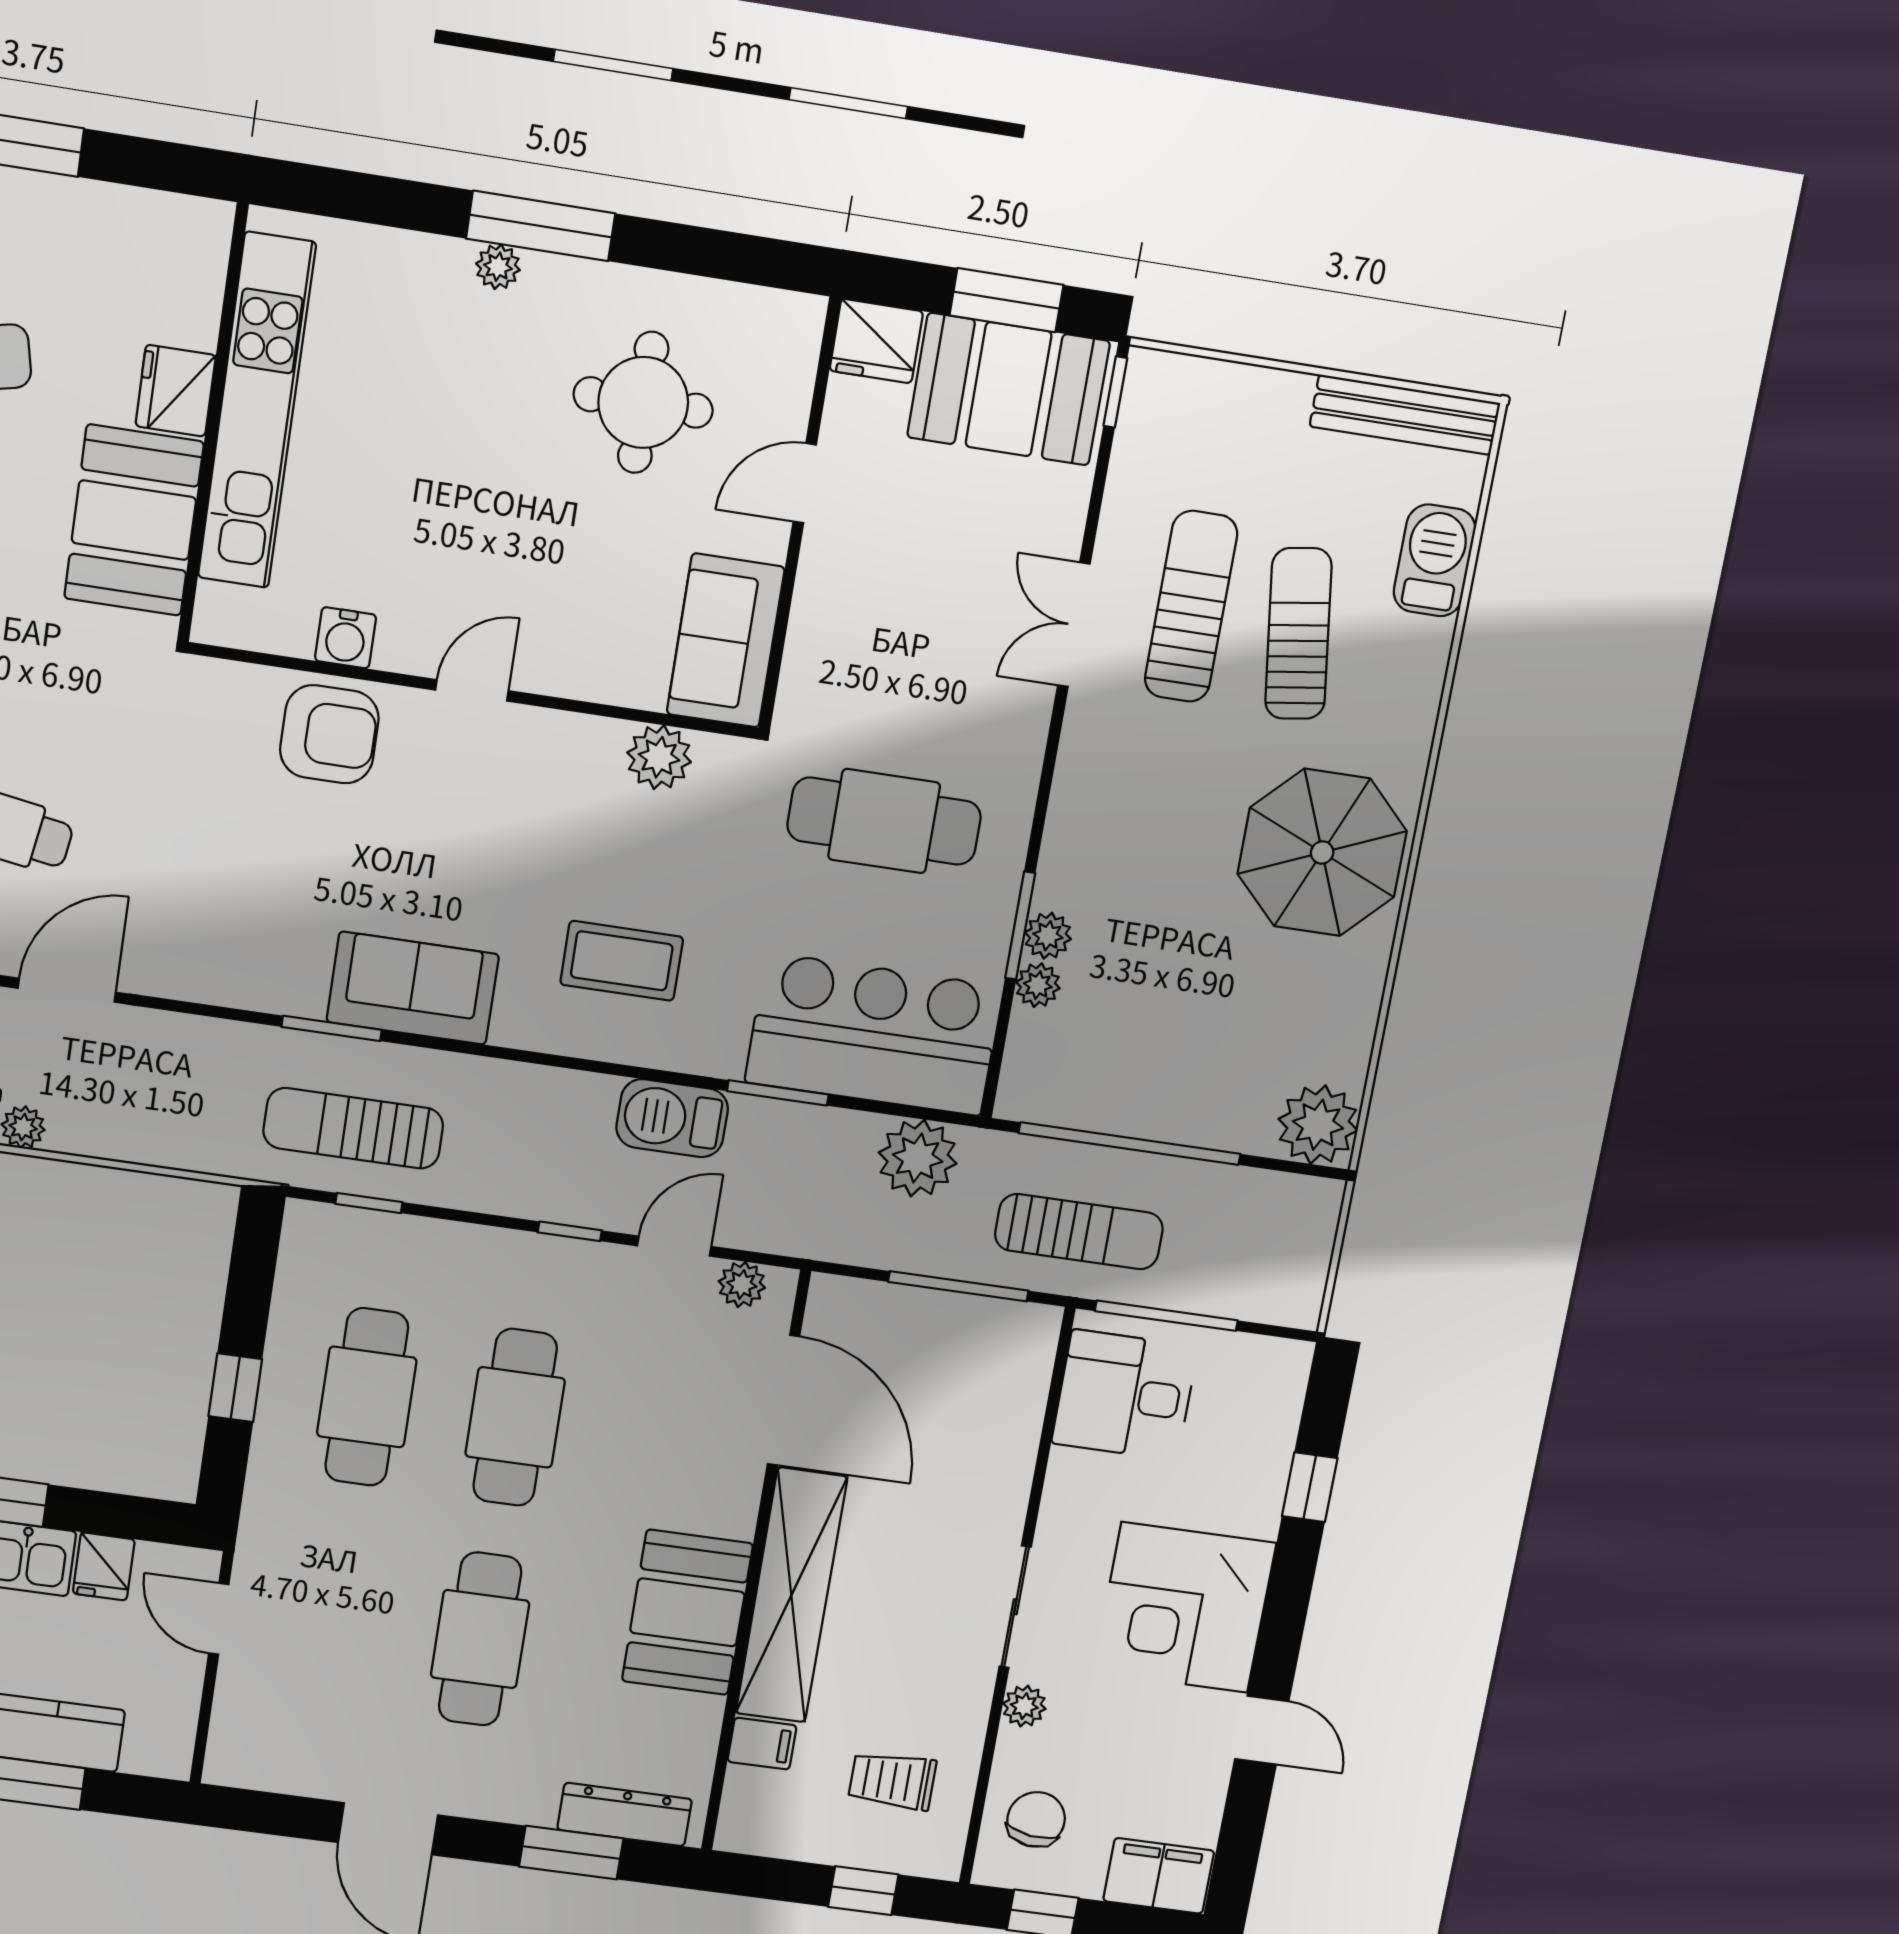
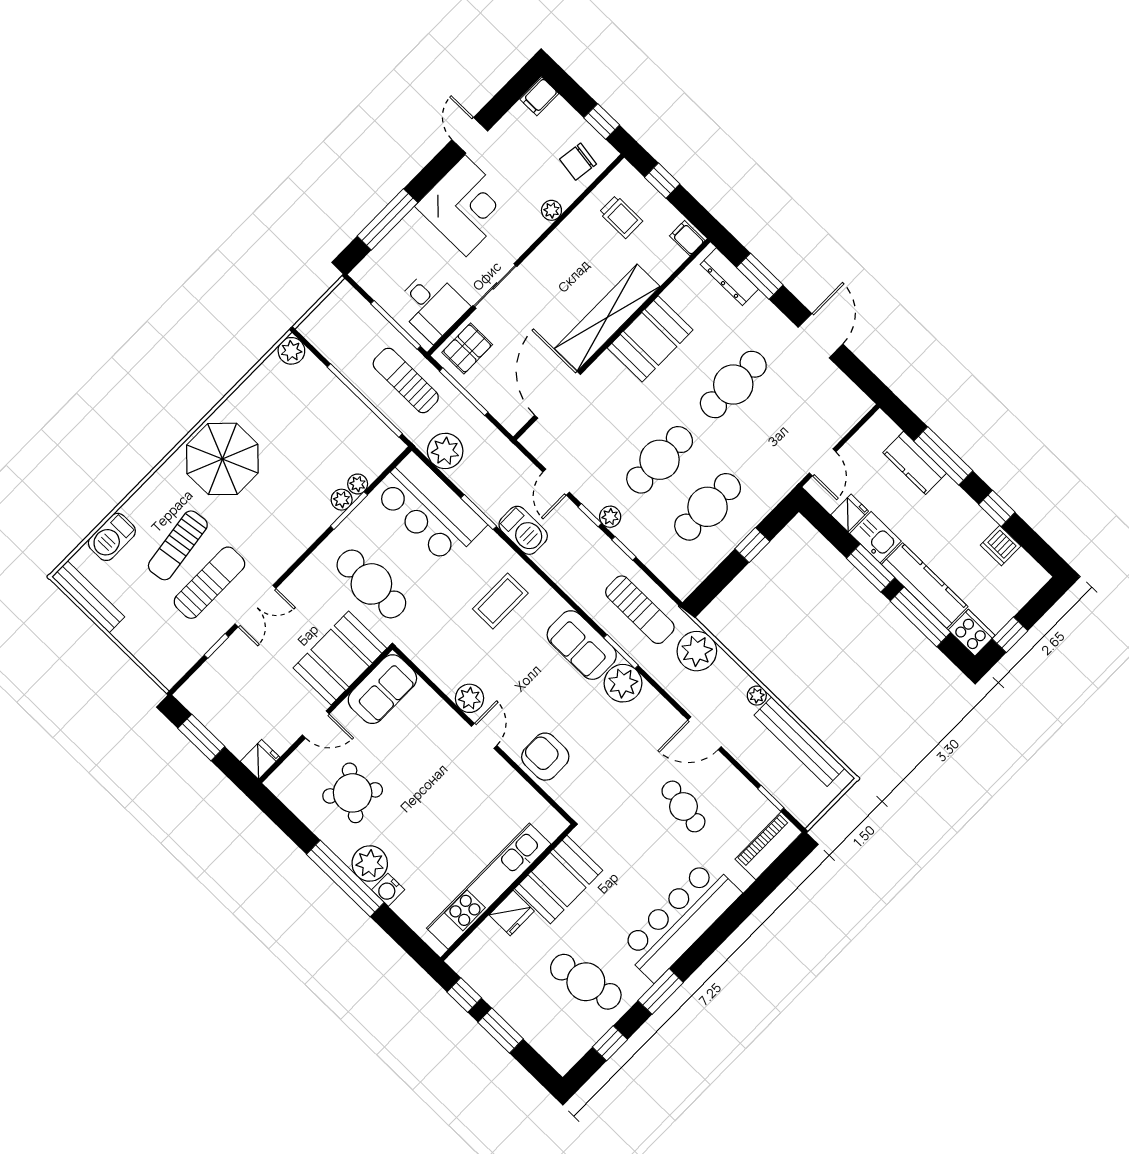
window: (149, 164) -> (464, 995), added
window: (541, 226) -> (345, 878), width x1.46
plant: (498, 267) -> (370, 863), width x1.88, depth x1.88
fridge: (876, 341) -> (260, 759), width x0.72
booth: (1009, 389) -> (340, 658), moved, turned 90
window: (1115, 392) -> (216, 646), moved
round table: (643, 402) -> (353, 793), turned 38
sun lounger: (1191, 606) -> (209, 583), turned 180
water cooler: (346, 638) -> (388, 890), moved, turned 180
door: (472, 690) -> (484, 736), swing flipped
plant: (659, 757) -> (469, 698), moved
coffee table: (622, 961) -> (500, 601), turned 90
plant: (285, 973) -> (623, 683), added
plant: (1318, 1125) -> (291, 351), width x0.73, depth x0.73
plant: (193, 1129) -> (697, 651), added
window: (369, 1203) -> (624, 548), moved
door: (674, 1246) -> (556, 482), hinge flipped
plant: (742, 1285) -> (610, 517), moved
pallet: (1006, 1366) -> (467, 348), added
window: (1310, 1487) -> (387, 219), width x2.17
sliding door: (1015, 1607) -> (495, 286), moved
filing cabinet: (762, 1744) -> (687, 238), moved
filing cabinet: (1159, 1876) -> (539, 96), width x0.50

